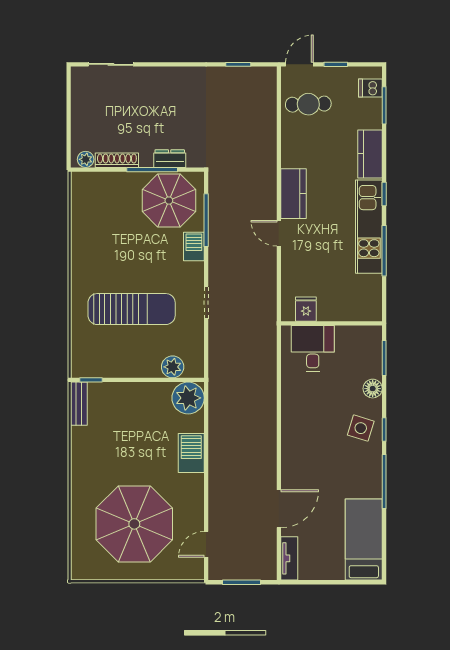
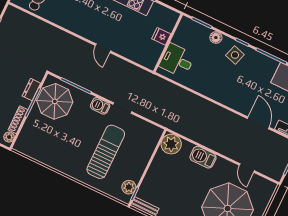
kitchen counter: (293, 194) -> (85, 29), removed
door: (279, 233) -> (103, 48), hinge flipped
barbecue: (194, 247) -> (100, 106), moved
fridge: (306, 309) -> (161, 36), moved
plant: (173, 367) -> (129, 187), moved
door: (206, 544) -> (247, 168), moved

